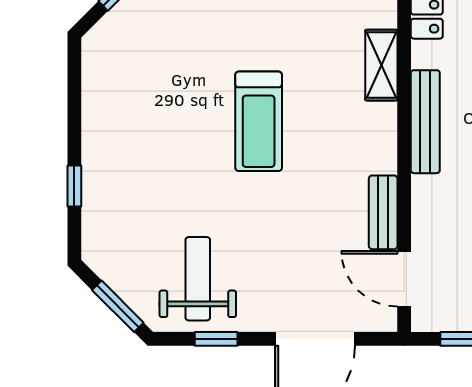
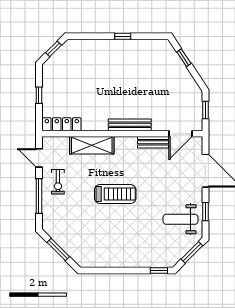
shelving: (381, 65) -> (92, 145), width x1.50, depth x1.33
bench: (425, 122) -> (130, 125), moved
window: (74, 186) -> (159, 270), moved

